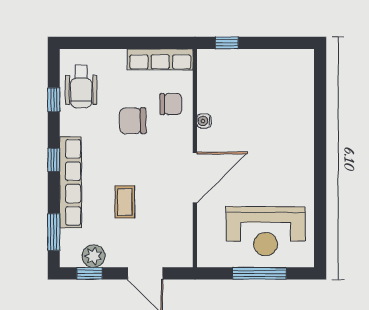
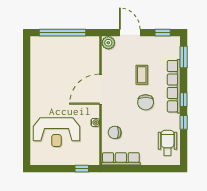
window: (54, 100) -> (184, 122), moved
chair: (133, 121) -> (146, 102), moved, turned 91
reception desk: (266, 231) -> (56, 132), moved, turned 180
plant: (94, 256) -> (108, 43), moved
window: (259, 273) -> (62, 33), width x1.46

